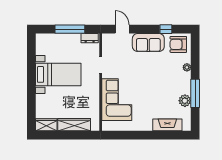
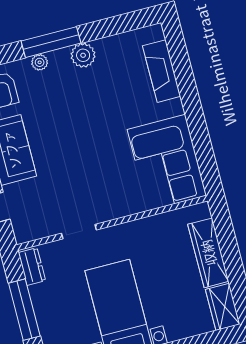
window: (195, 93) -> (51, 42), moved
corner sofa: (117, 100) -> (167, 163), moved, turned -90
plant: (185, 101) -> (83, 55), moved

